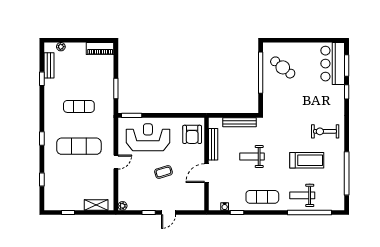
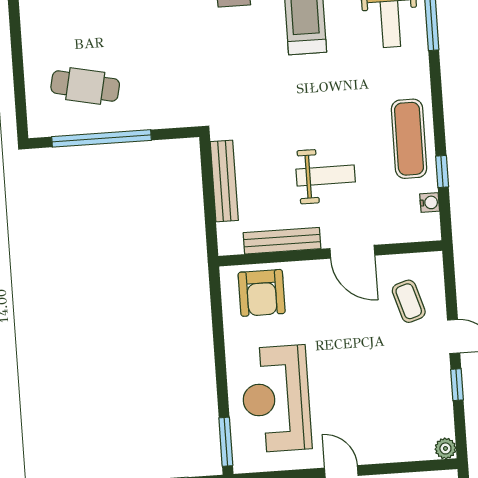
cafe table: (283, 67) -> (85, 86), turned 63
armchair: (192, 134) -> (262, 293), turned 90
weight bench: (252, 156) -> (326, 176), moved, turned -90
coffee table: (163, 172) -> (409, 301), moved
exercise mat: (262, 197) -> (409, 139), moved

